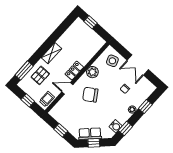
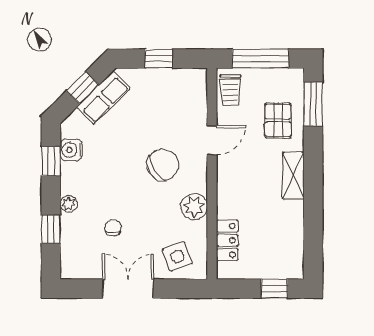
locker: (74, 71) -> (227, 240), moved
window: (28, 100) -> (260, 59), width x2.17

